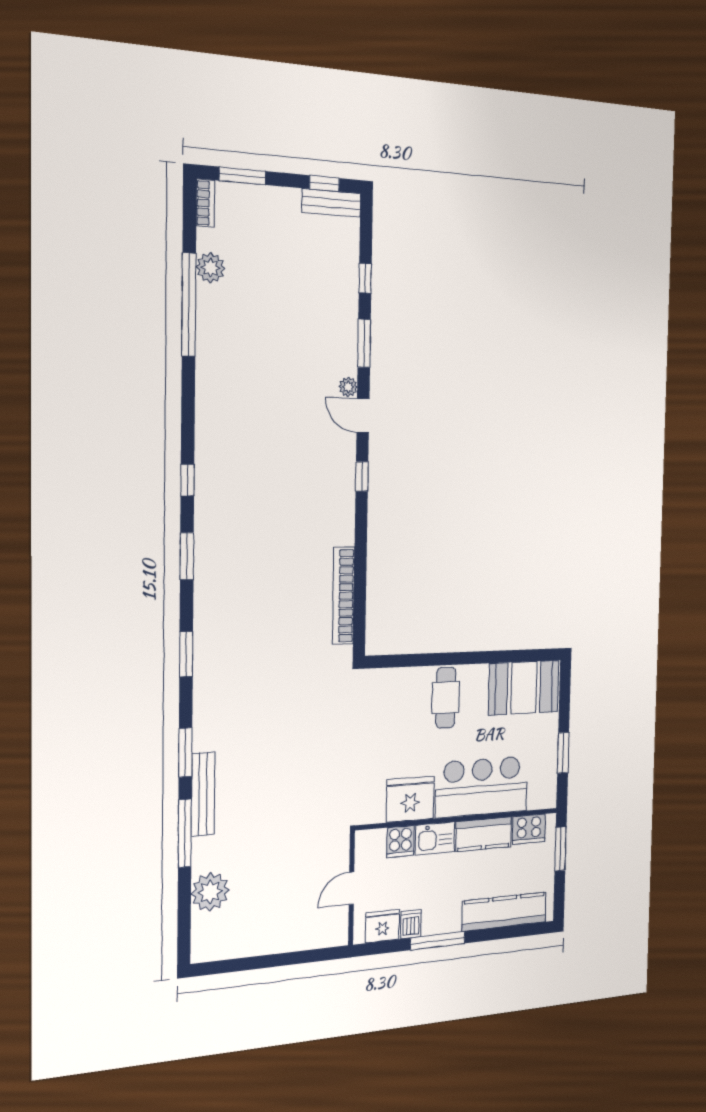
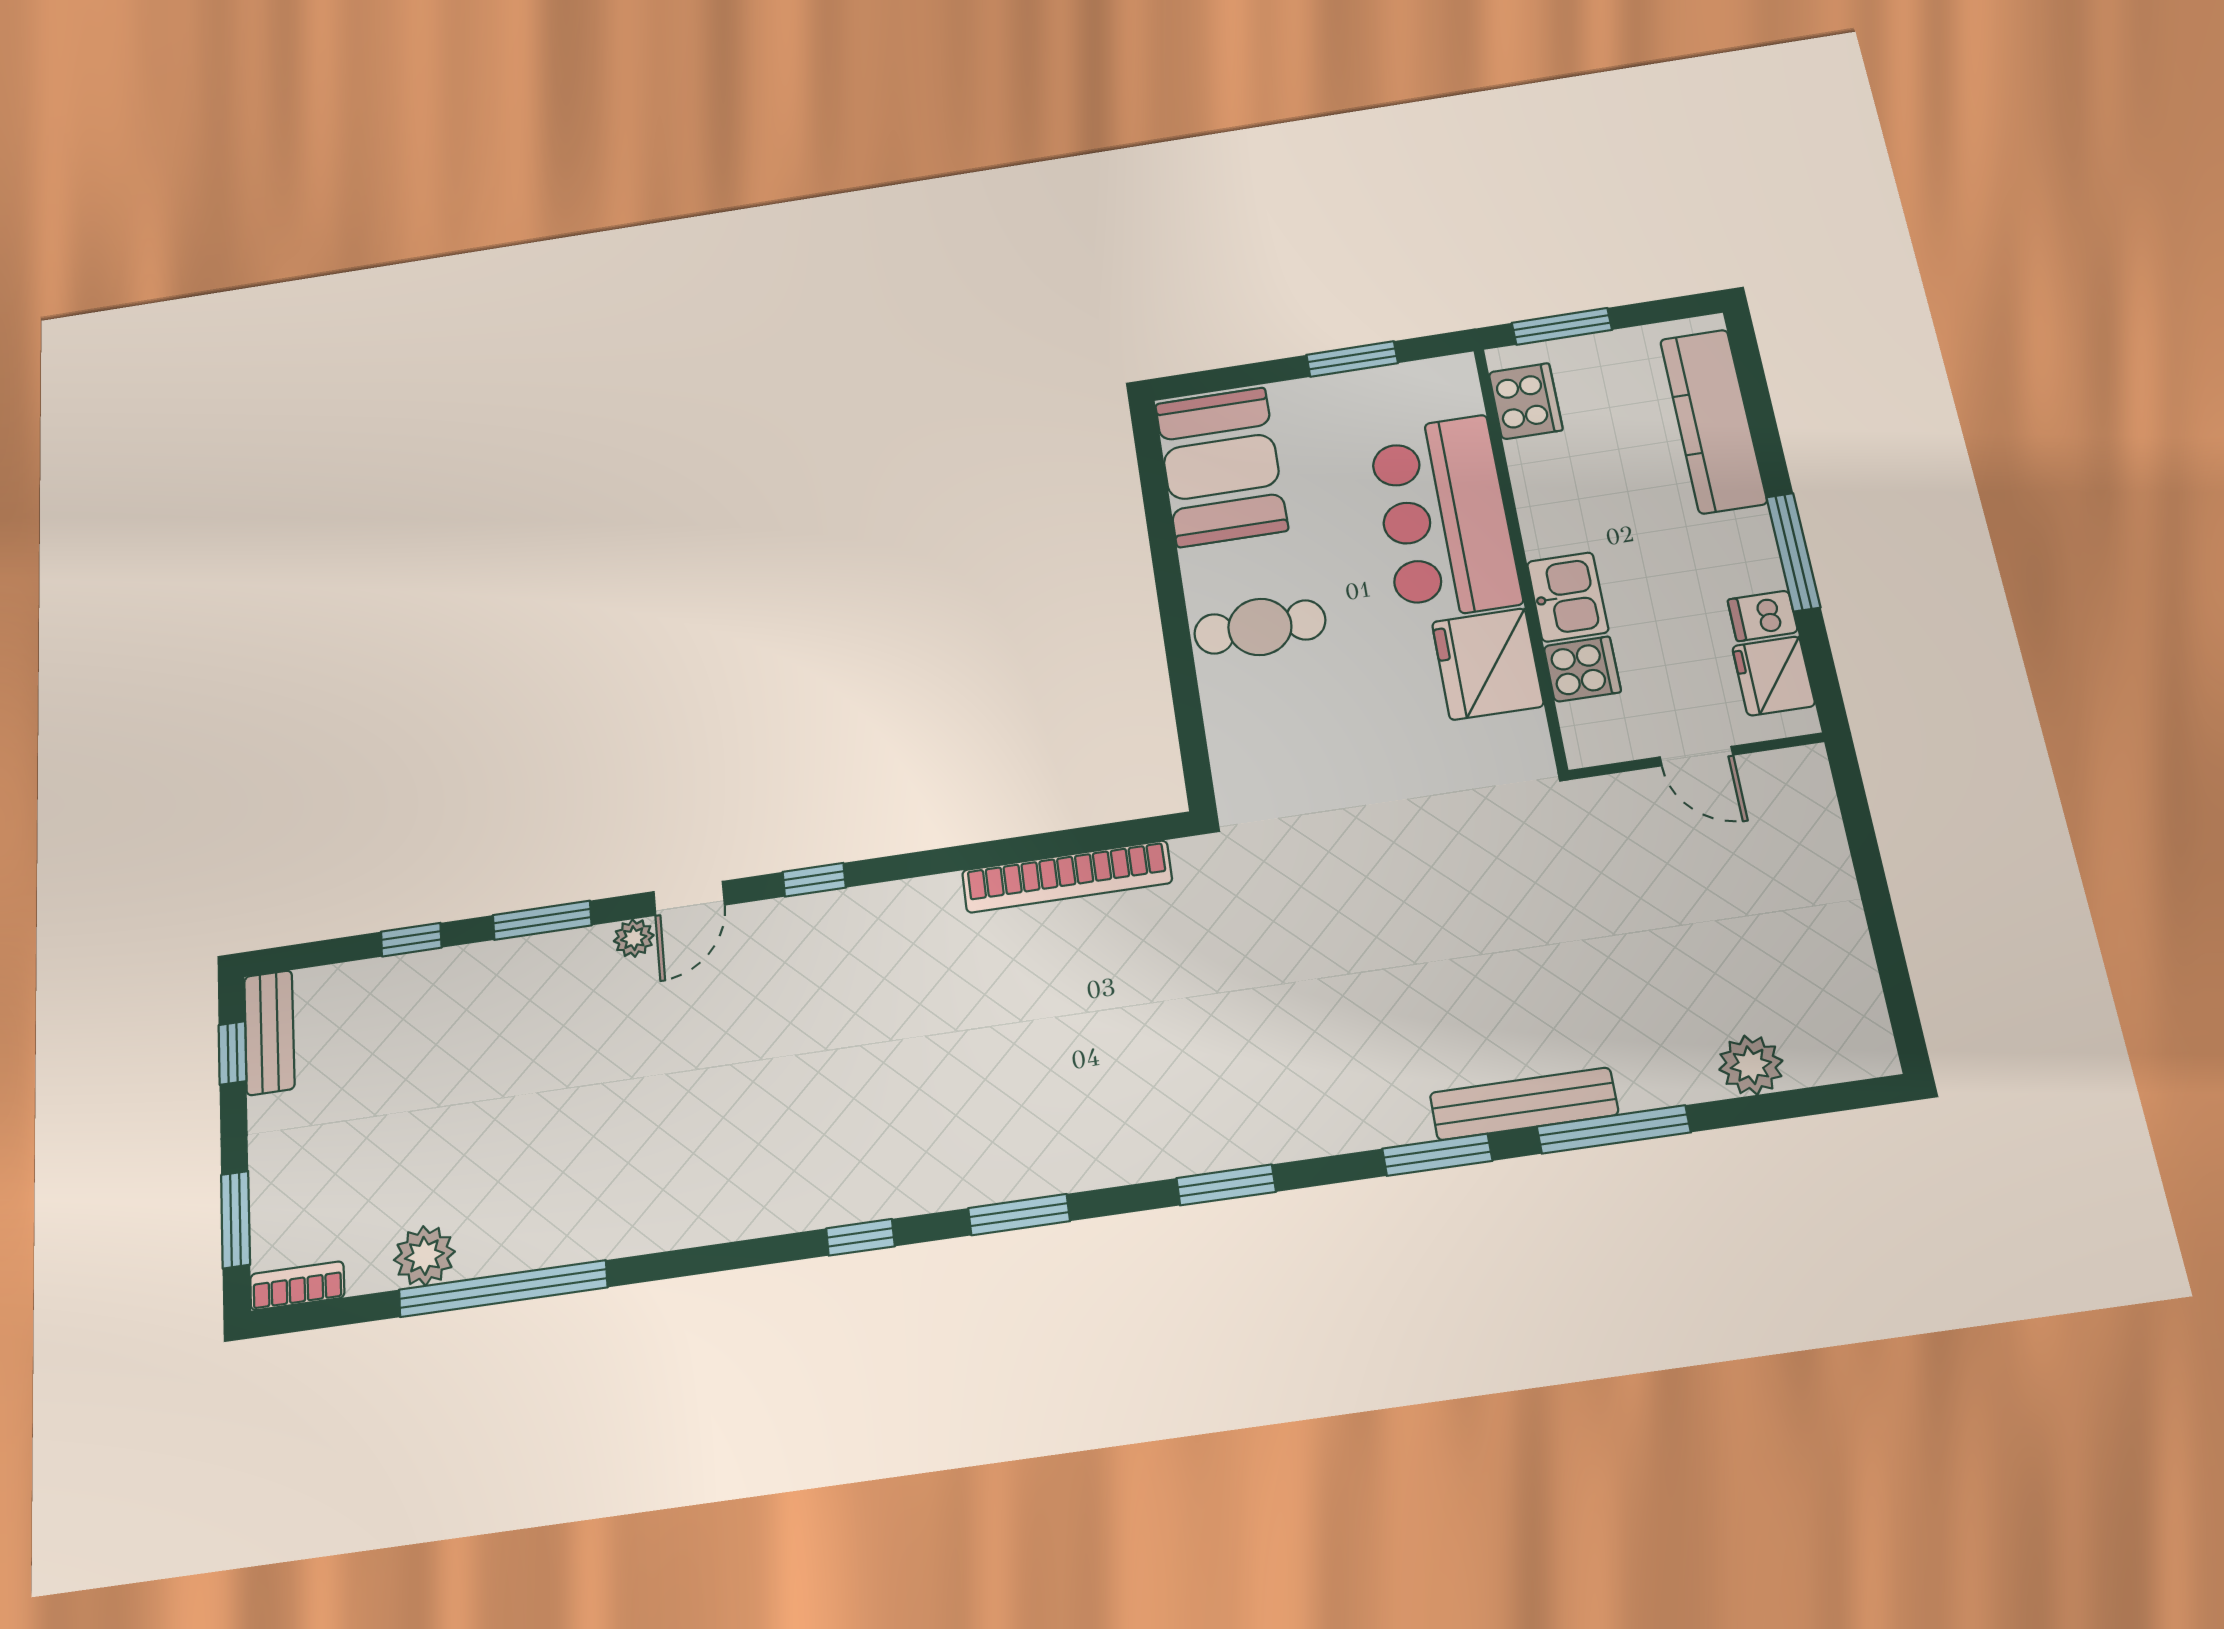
kitchen counter: (484, 834) -> (1547, 495), removed
plant: (210, 892) -> (1751, 1065), width x0.73, depth x0.73

